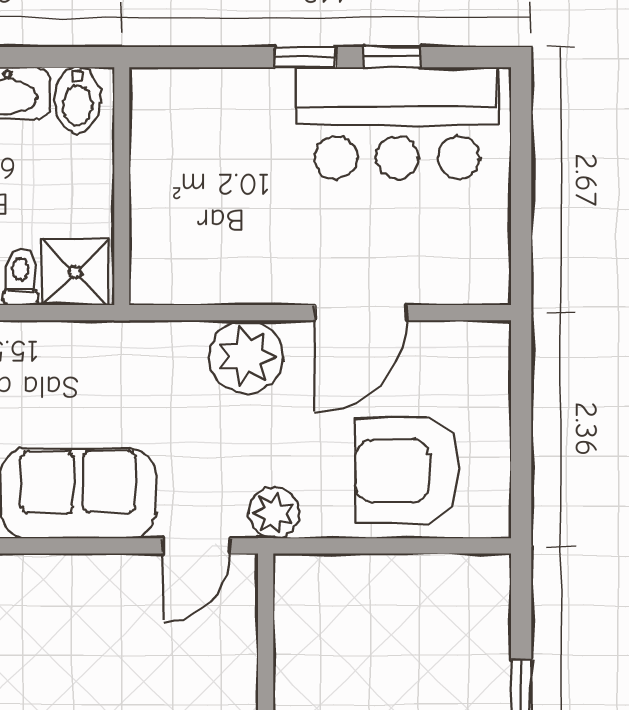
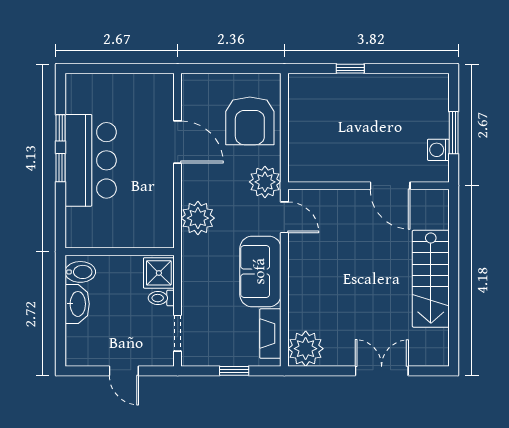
bar counter: (397, 123) -> (91, 160), moved
plant: (246, 357) -> (198, 218), moved
plant: (274, 513) -> (265, 182), width x1.36, depth x1.36

